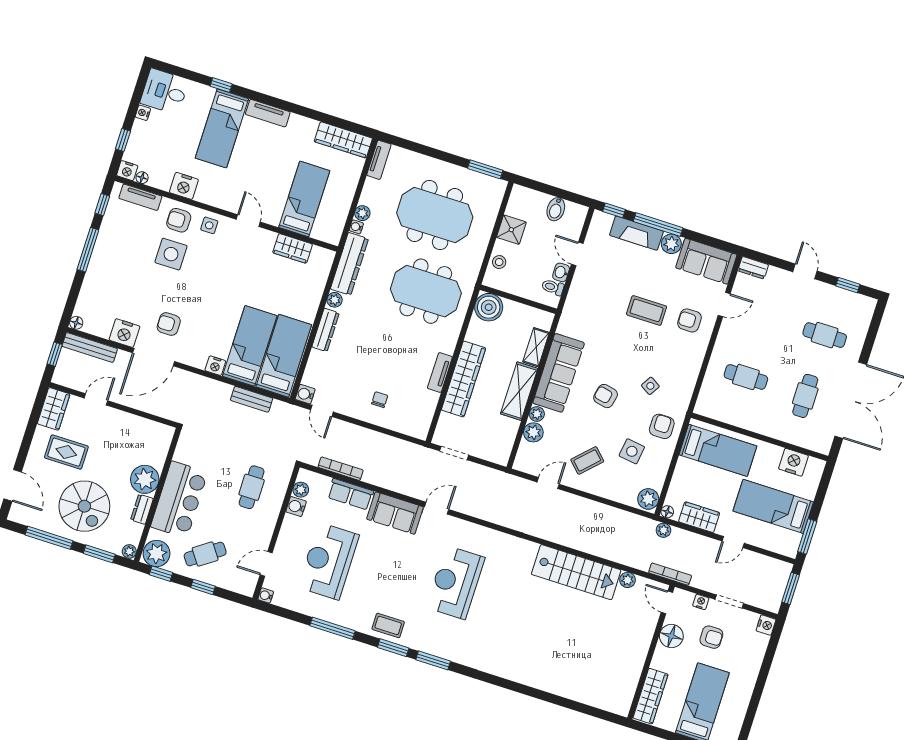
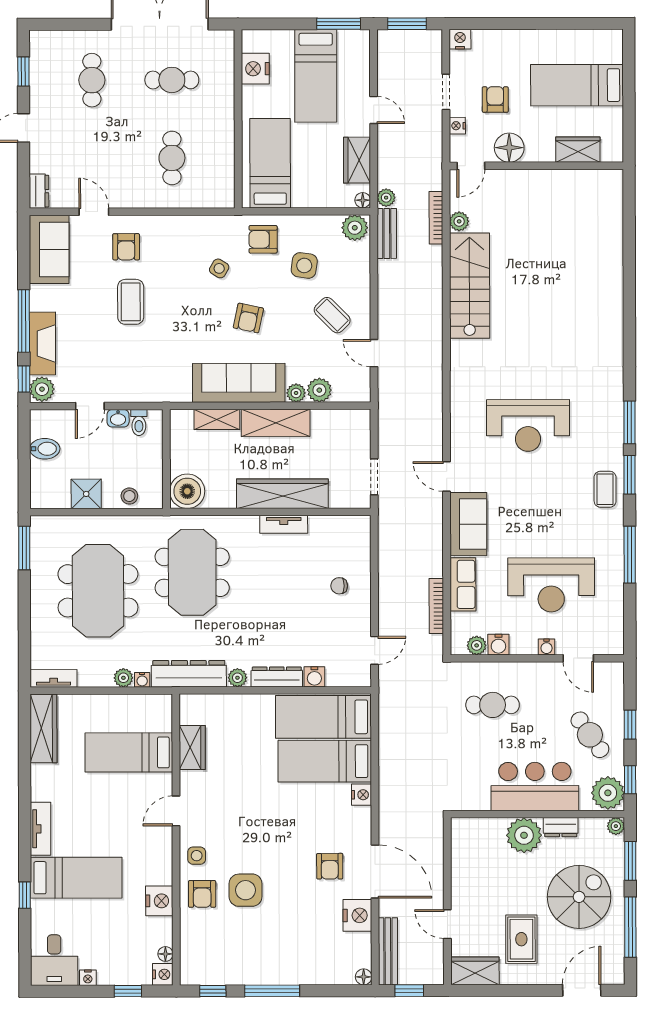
tv unit: (140, 197) -> (189, 948), removed
plant: (671, 244) -> (42, 389), moved
water cooler: (305, 394) -> (314, 677), moved
bench: (252, 399) -> (387, 233), moved
bookcase: (670, 574) -> (436, 218), moved
water cooler: (266, 595) -> (547, 647), moved
wardrobe: (650, 696) -> (578, 150), width x0.67

